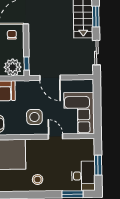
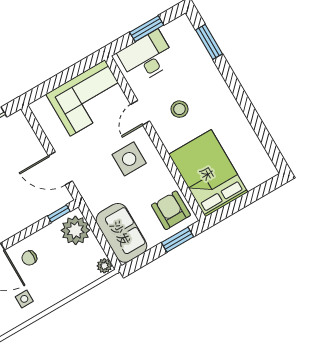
door: (50, 78) -> (60, 168), swing flipped
desk: (83, 176) -> (147, 57), moved
stool: (38, 180) -> (179, 109), moved

